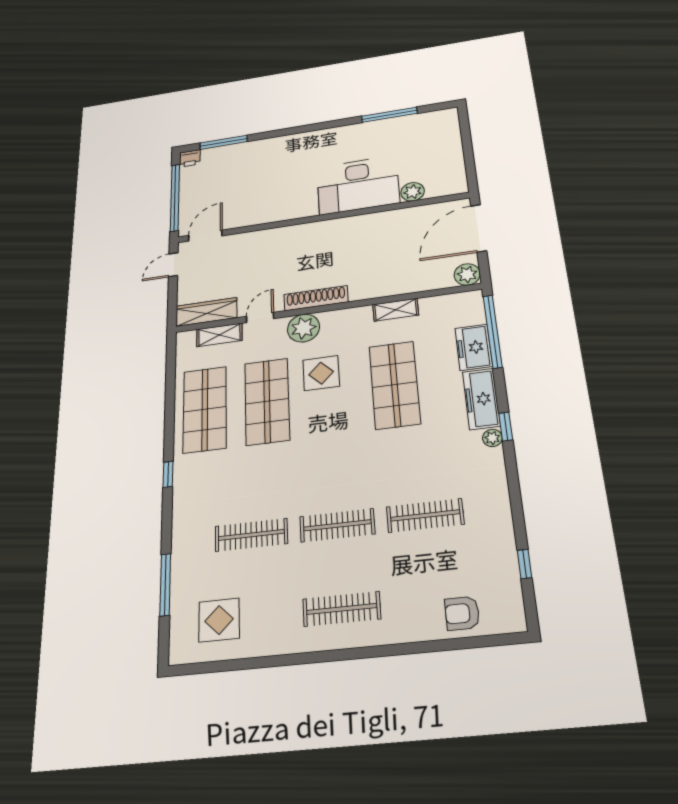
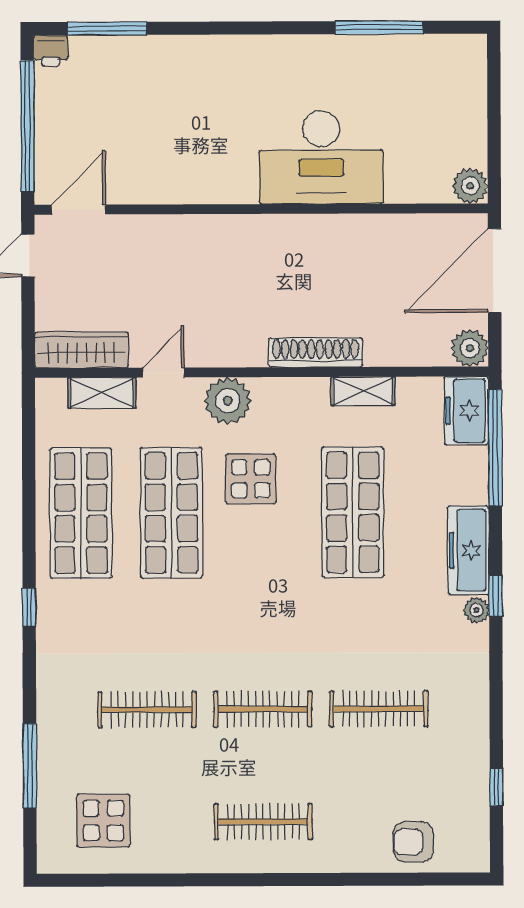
plant: (413, 192) -> (470, 186), moved
shoe rack: (316, 298) -> (316, 353), moved
freezer: (474, 347) -> (466, 411), moved

